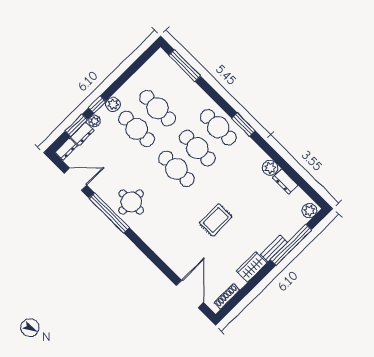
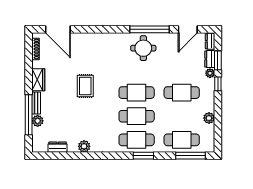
plant: (113, 104) -> (209, 118), moved
cafe table: (158, 108) -> (182, 140), moved
window: (243, 125) -> (143, 156), moved
dresser: (285, 181) -> (58, 147), moved
plant: (309, 211) -> (38, 121), moved

